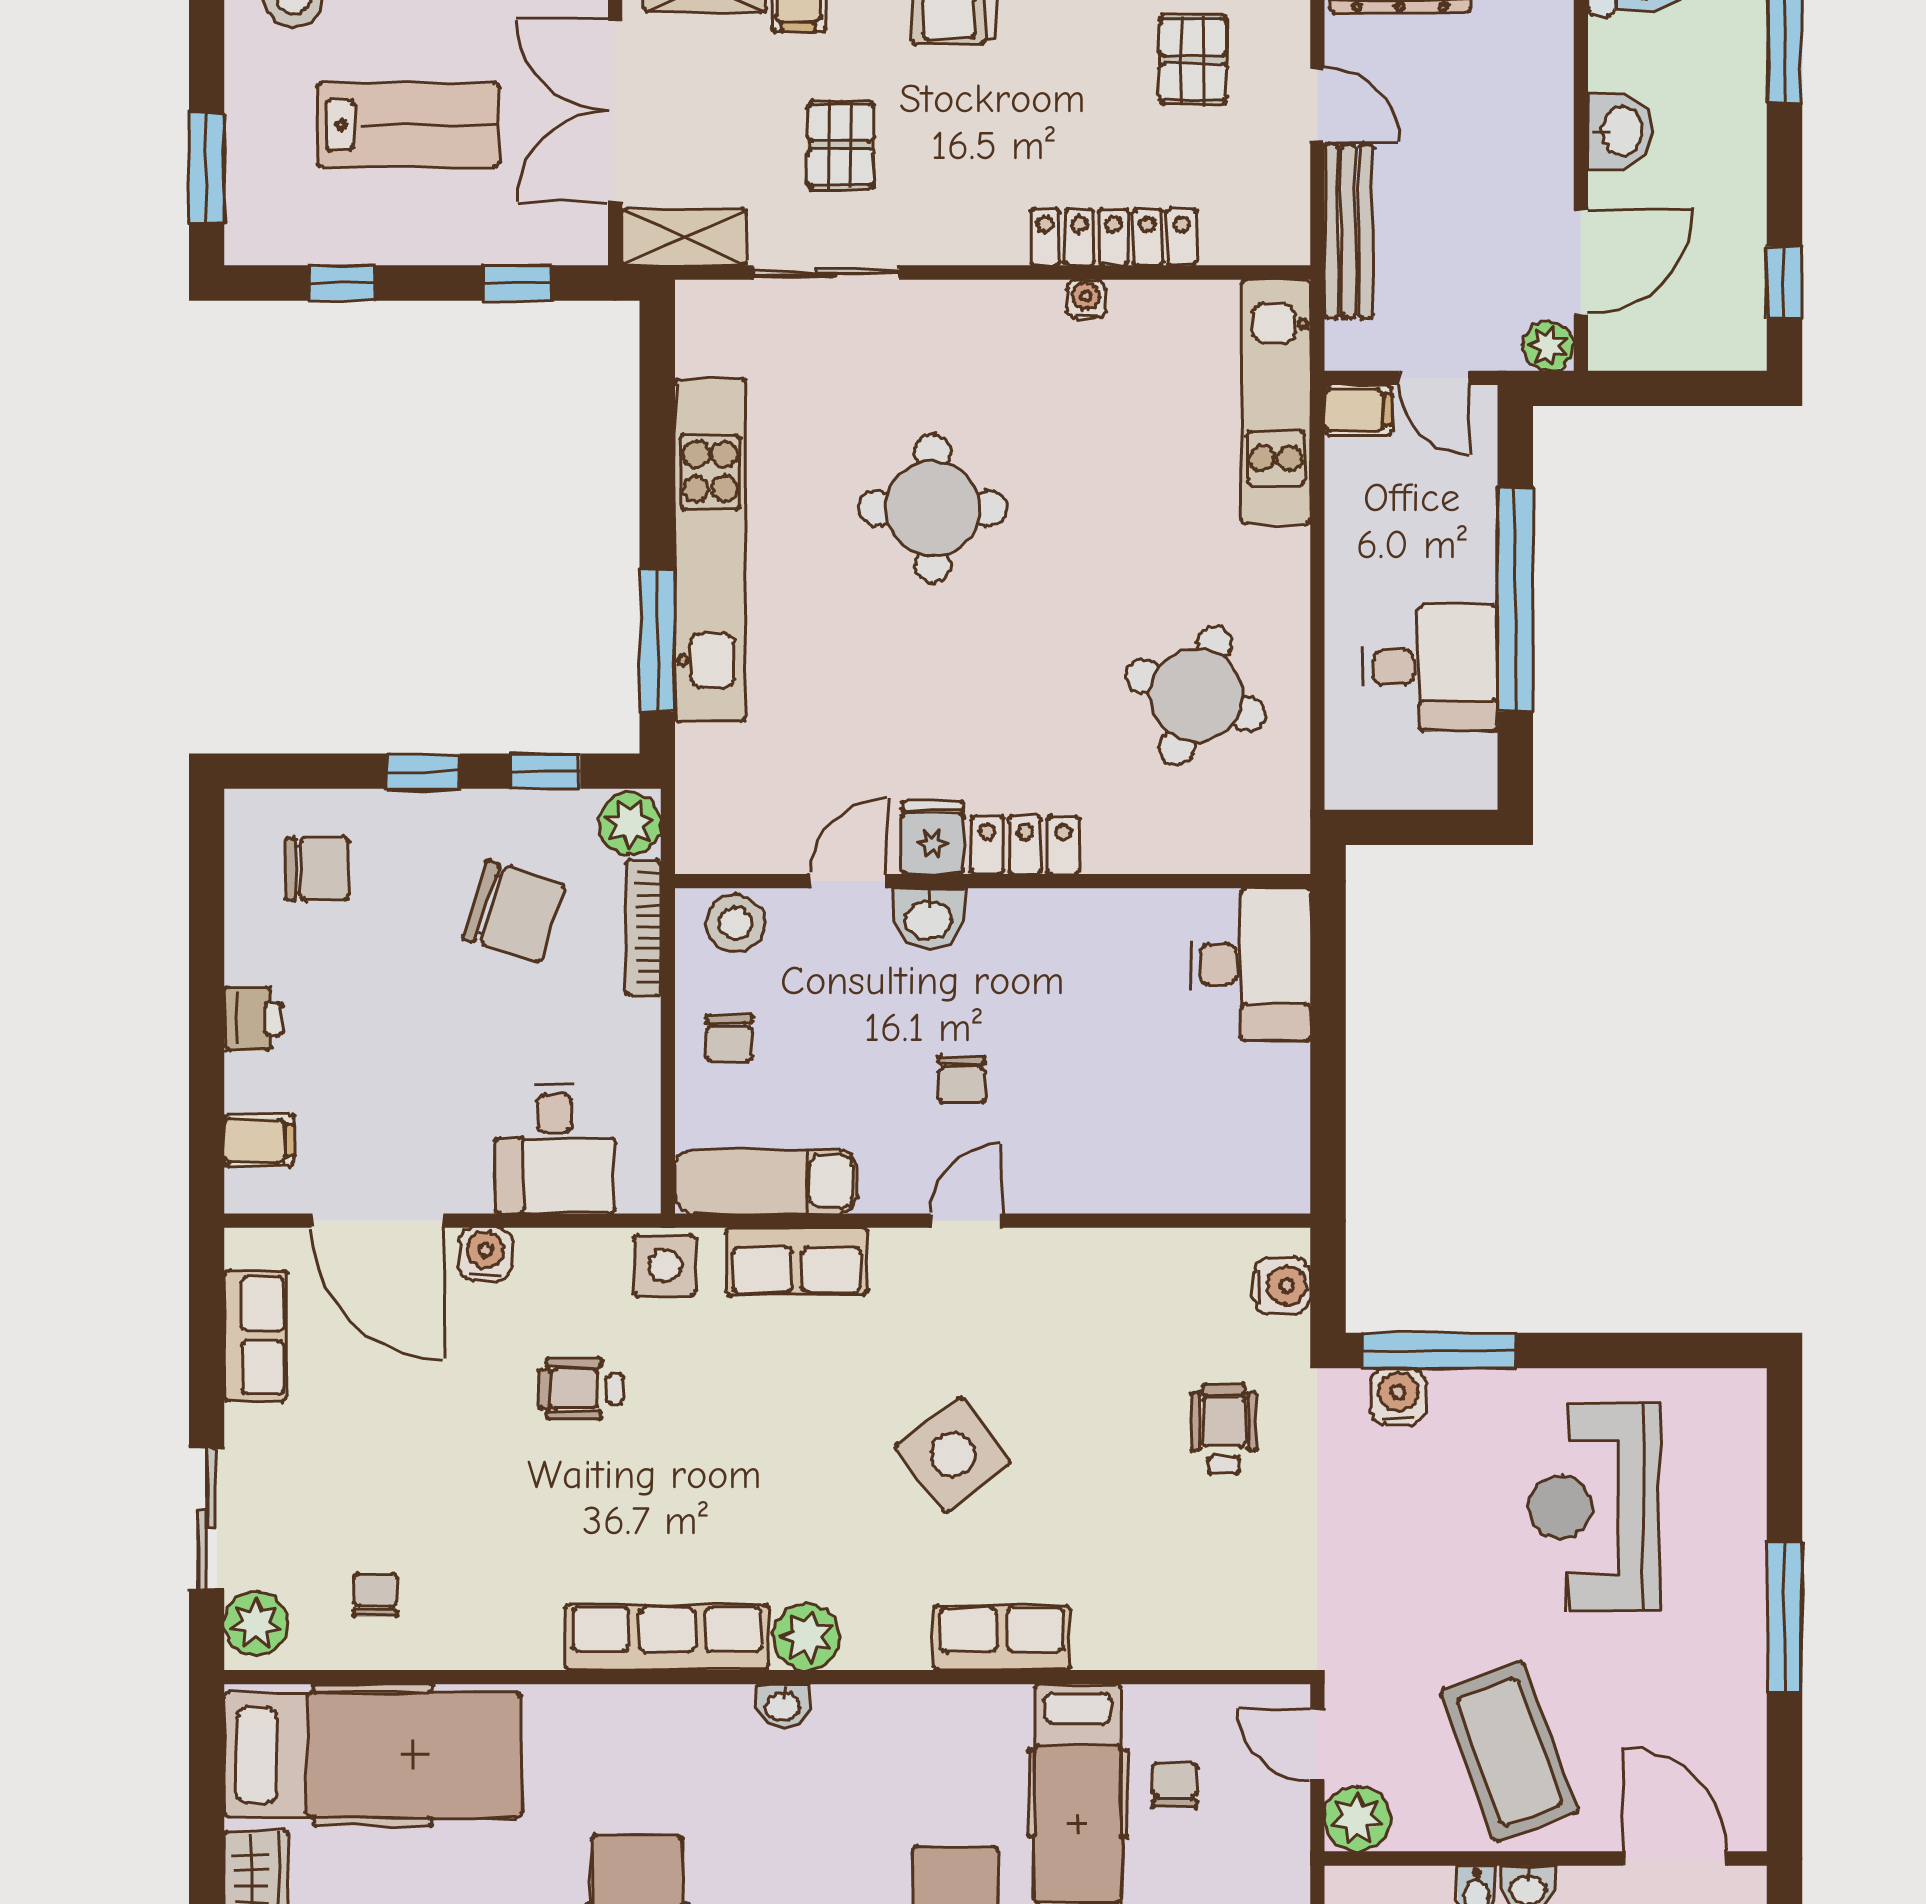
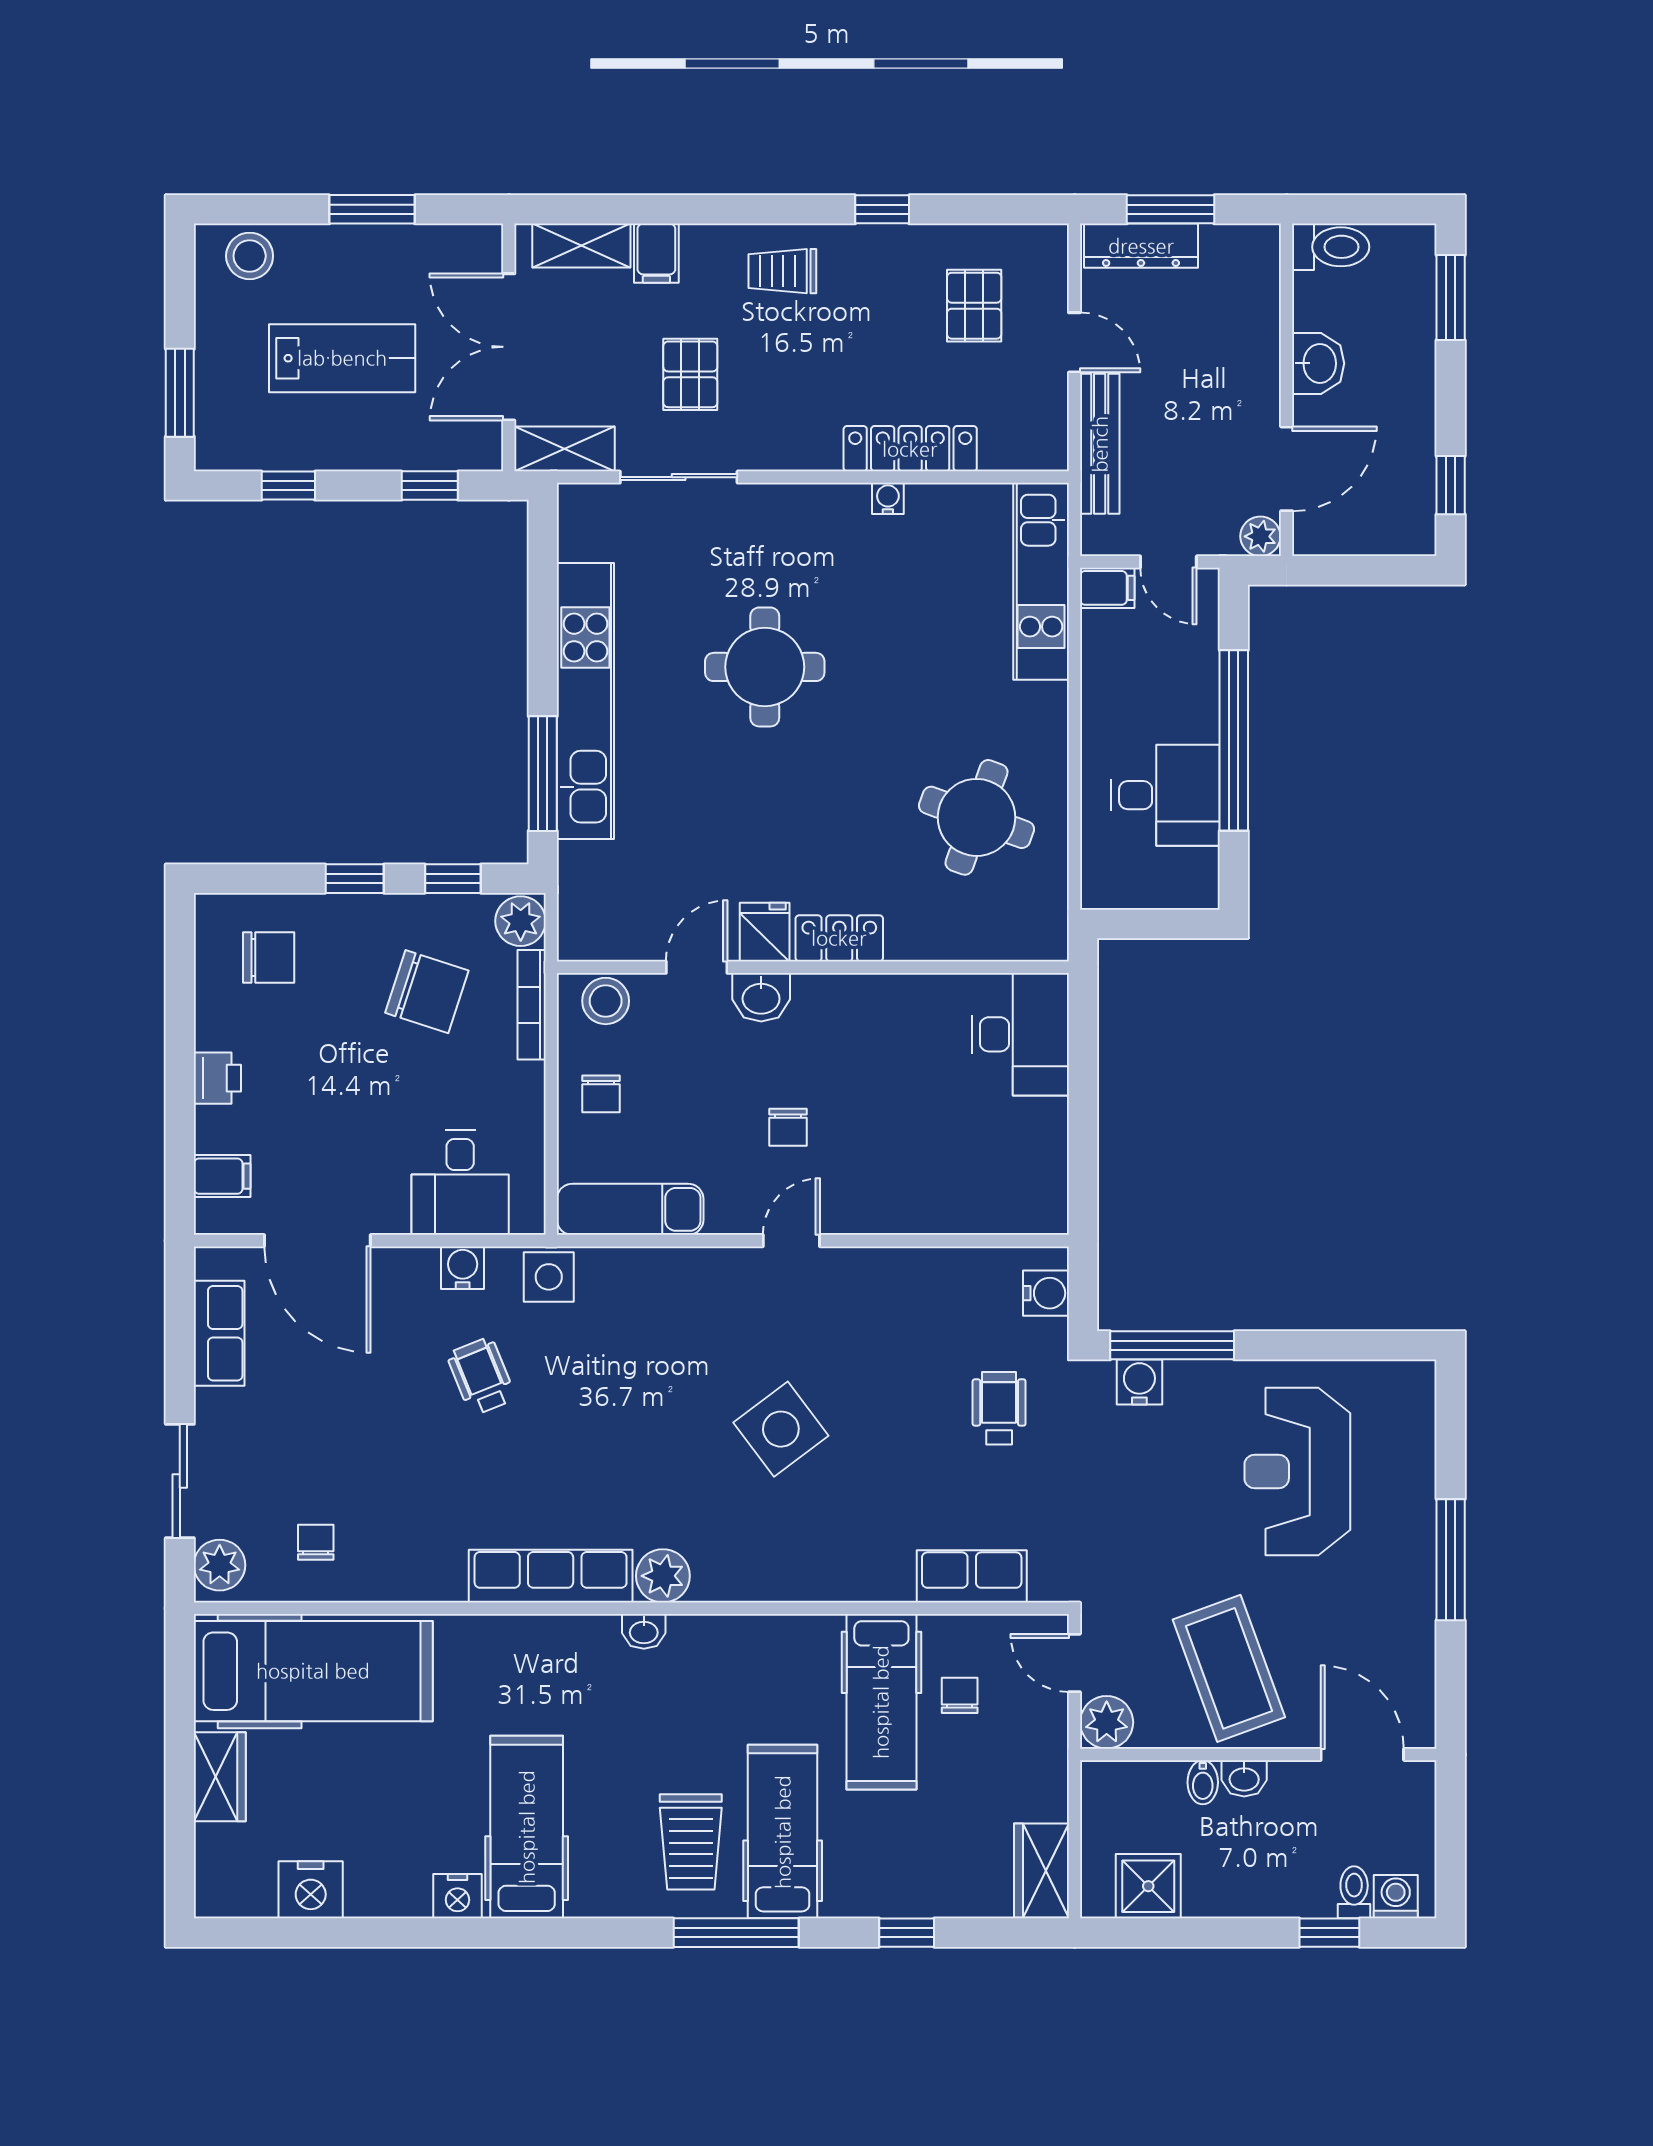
water cooler: (485, 1254) -> (463, 1268), moved
row of seats: (797, 1261) -> (655, 1274), removed
wheelchair: (581, 1389) -> (481, 1376), turned 68
row of seats: (1002, 1637) -> (972, 1576), moved

